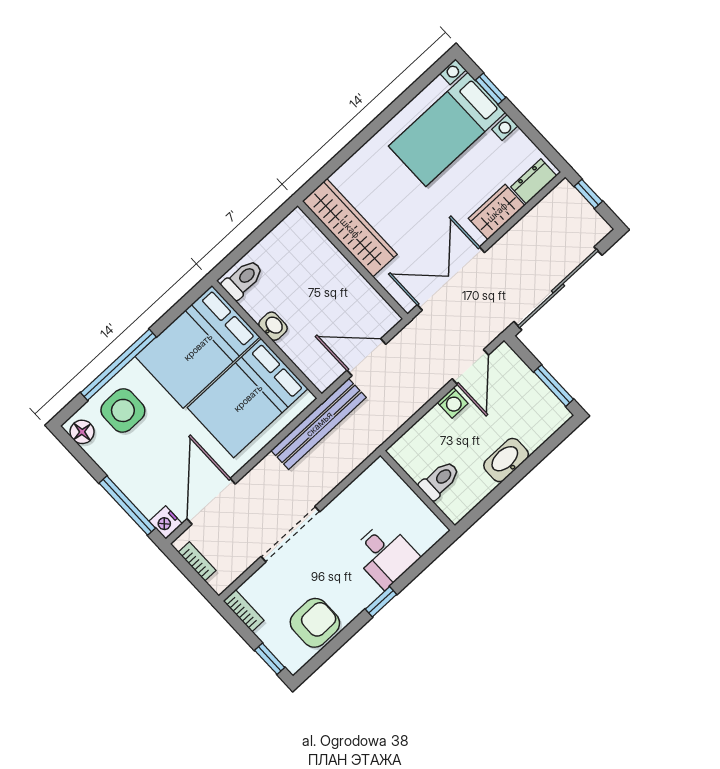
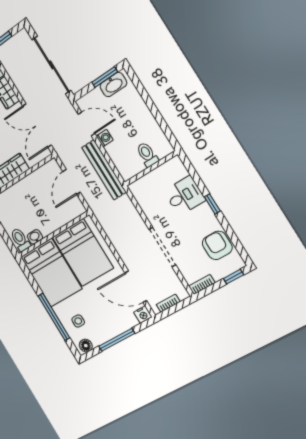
washbasin: (273, 326) -> (35, 237), moved
side table: (123, 410) -> (78, 321), width x0.54, depth x0.54
bench: (319, 424) -> (104, 170), moved
washbasin: (506, 460) -> (113, 85), moved, turned -90
window: (127, 506) -> (117, 340), moved

